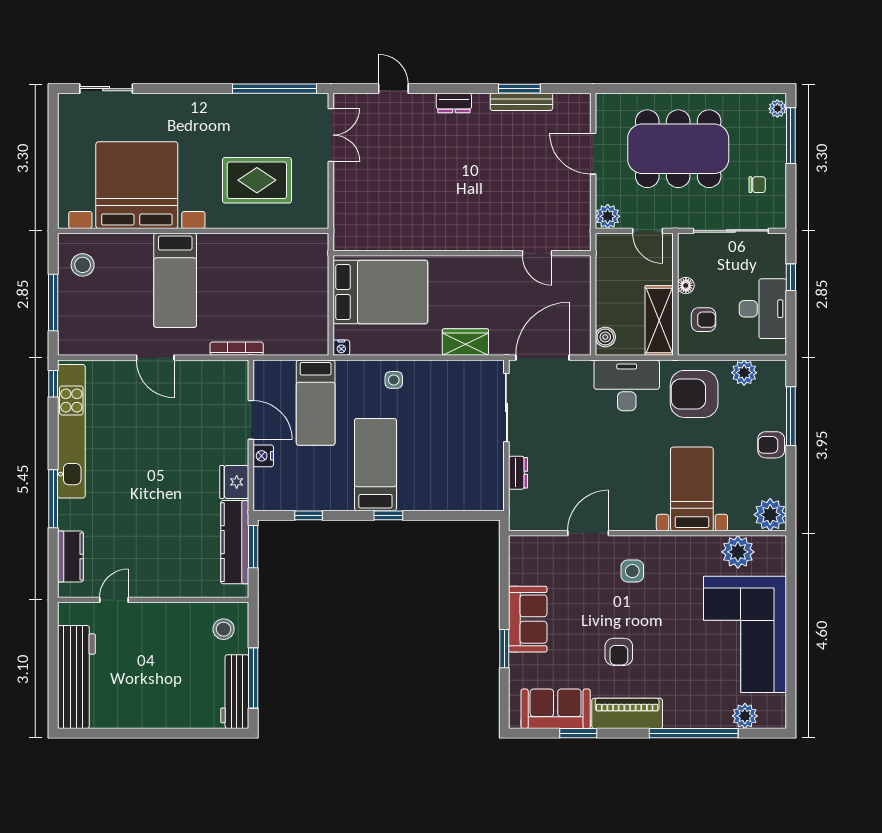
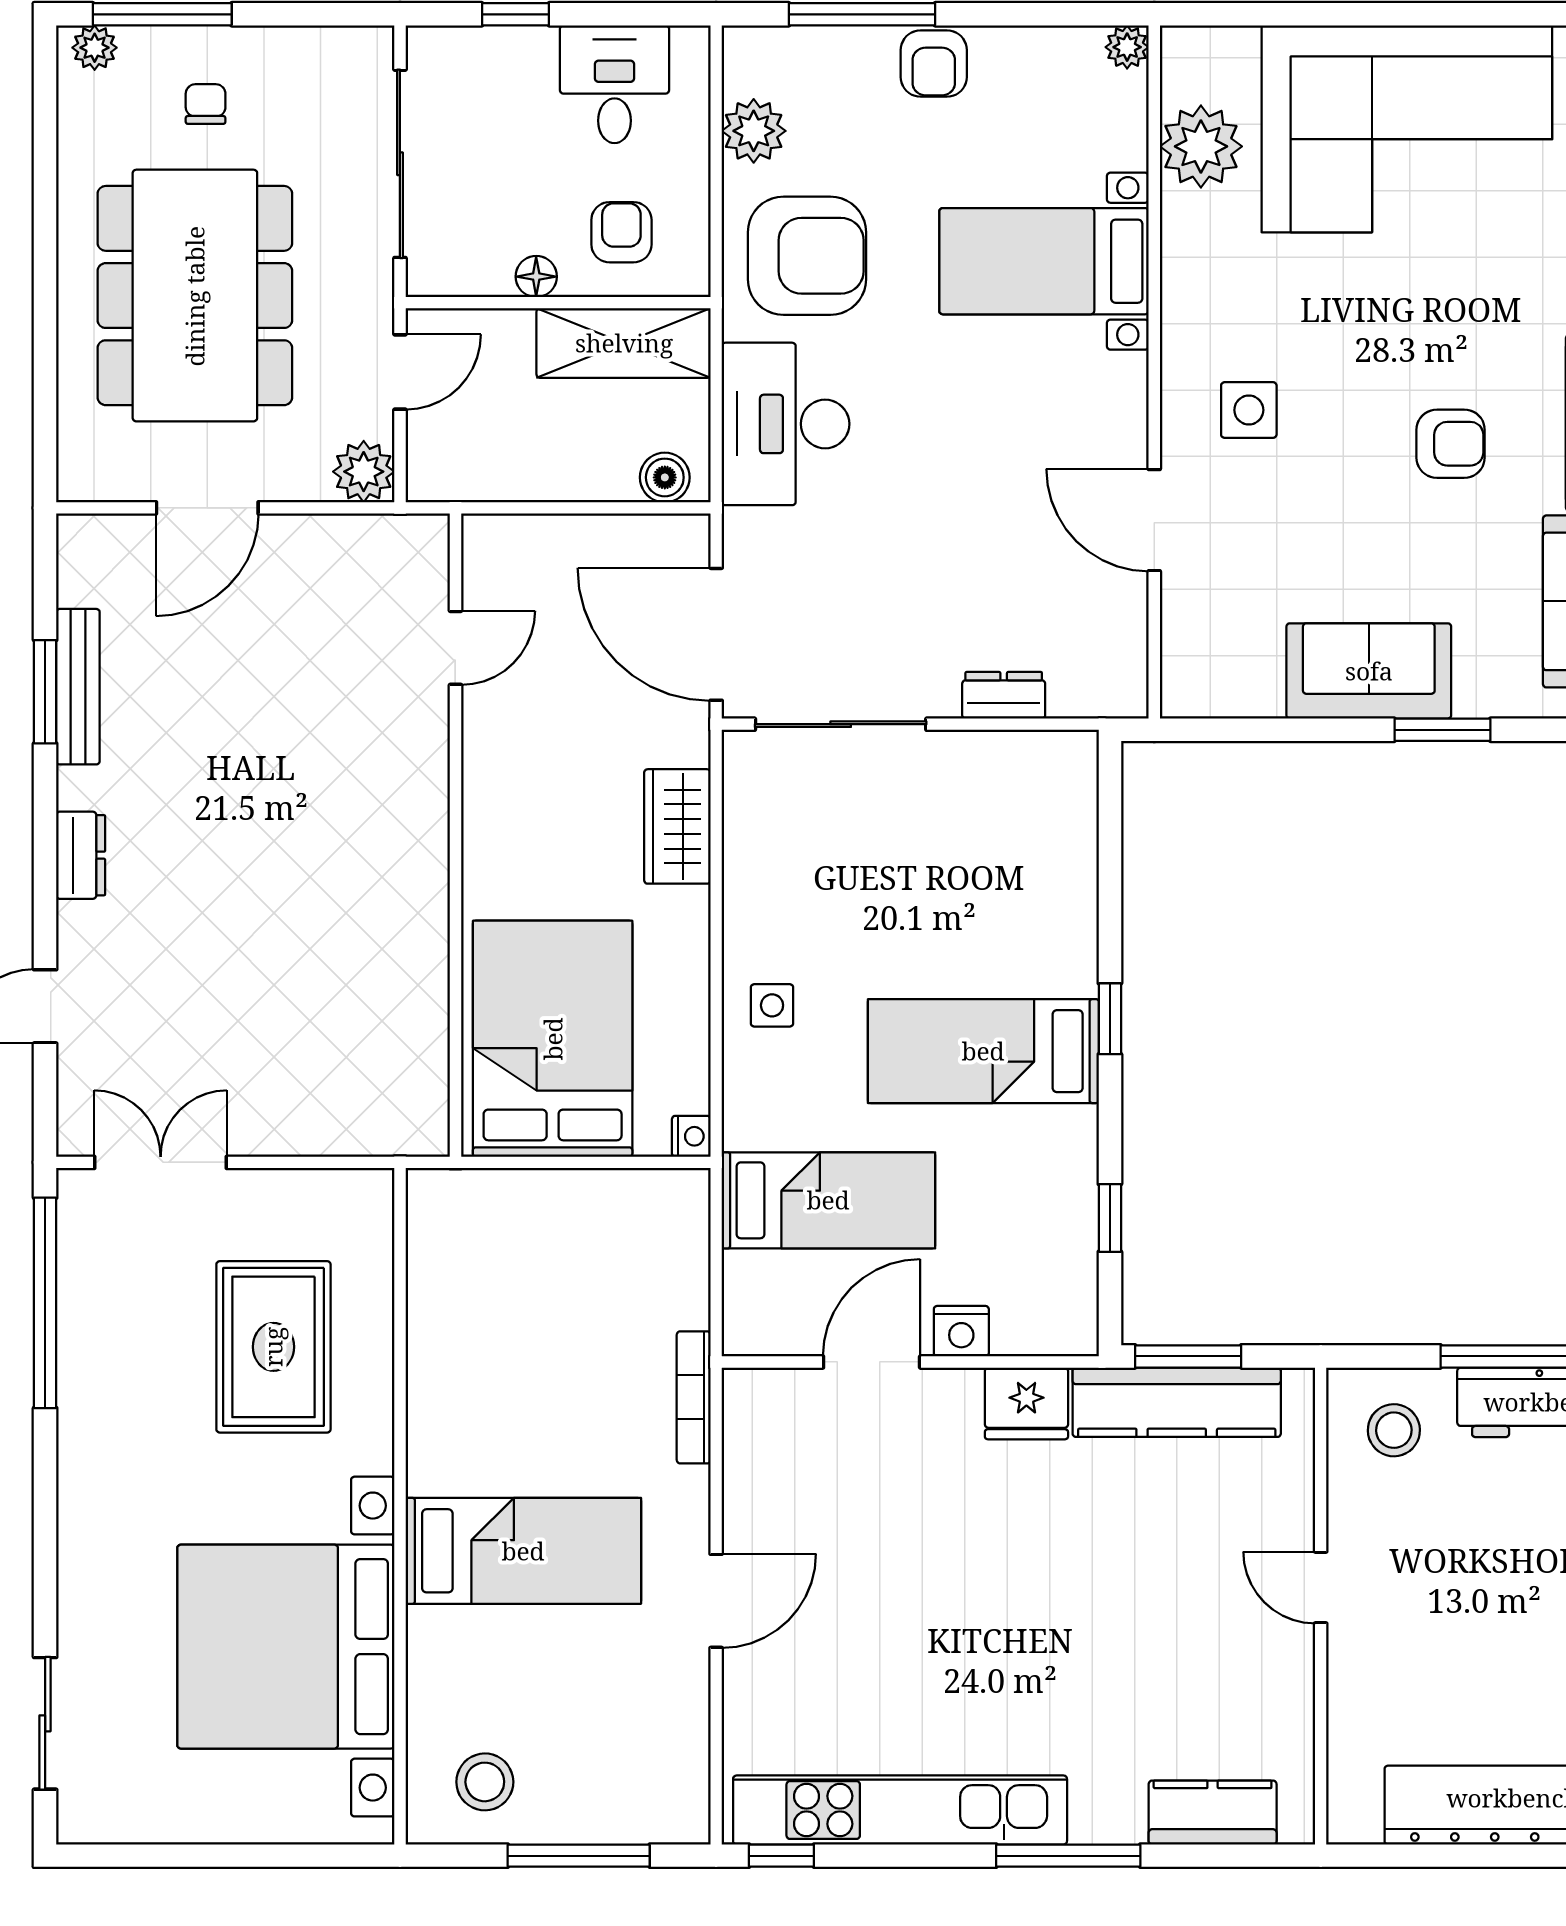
chair: (757, 185) -> (206, 104), moved
desk: (763, 309) -> (614, 84), width x0.73
armchair: (694, 394) -> (807, 256), turned -90
plant: (770, 515) -> (1127, 47), width x0.53, depth x0.53
door: (114, 600) -> (1321, 1588), moved

